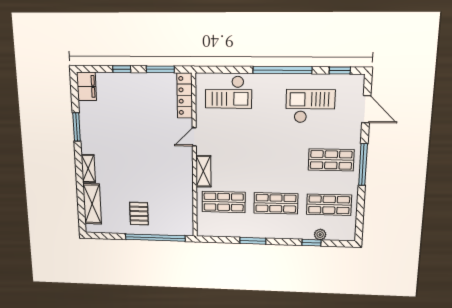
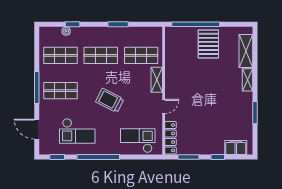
filing cabinet: (86, 86) -> (236, 147), moved, turned 90
trolley: (265, 146) -> (110, 100), added
pallet: (139, 214) -> (208, 44), width x1.50, depth x1.42

